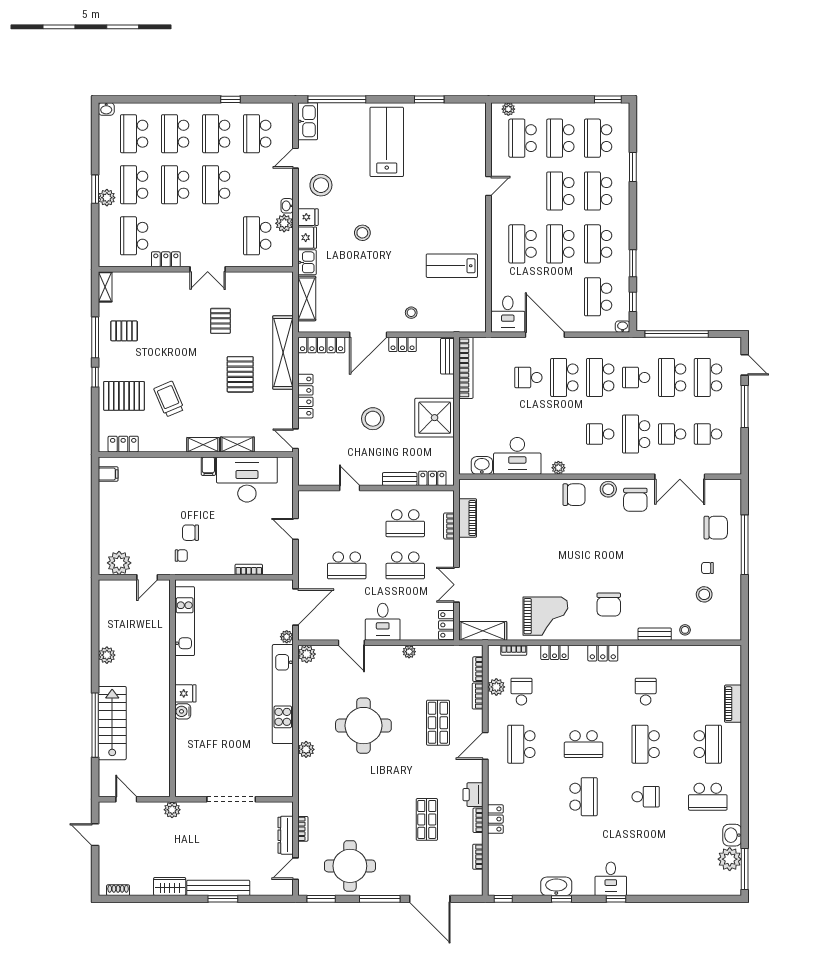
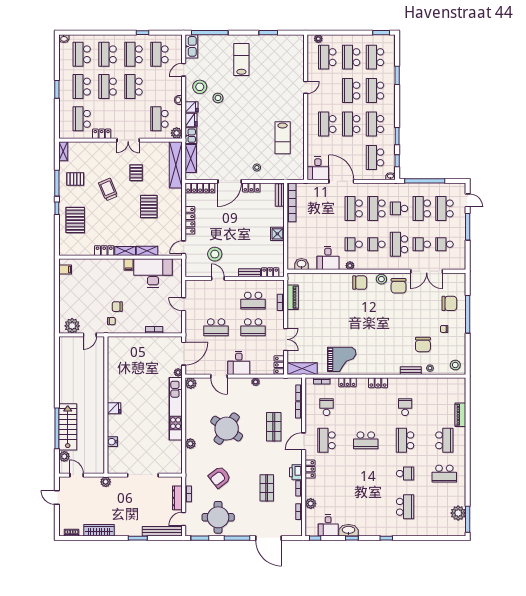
lab bench: (387, 142) -> (241, 59), width x0.73, depth x0.72
plant: (107, 198) -> (64, 95), removed
plant: (284, 223) -> (177, 133), moved
stool: (362, 233) -> (218, 98), moved
lab bench: (452, 266) -> (283, 138), turned -90
shelving: (283, 353) -> (176, 165), moved
school desk: (528, 377) -> (354, 244), moved
pallet: (124, 396) -> (75, 220), turned 90
trolley: (169, 399) -> (108, 190), moved
shower: (435, 418) -> (277, 234), width x0.54, depth x0.54
stool: (373, 419) -> (215, 254), moved
door: (295, 439) -> (184, 247), hinge flipped
locker: (123, 444) -> (104, 251), moved
desk: (517, 456) -> (328, 258), width x0.73
double door: (457, 585) -> (286, 339), swing flipped
stool: (704, 594) -> (455, 365), moved
chair: (609, 605) -> (423, 345), moved
kitchen unit: (185, 621) -> (114, 363), removed
plant: (107, 655) -> (64, 456), moved
plant: (496, 687) -> (311, 503), moved
water cooler: (183, 711) -> (112, 442), moved
round table: (363, 726) -> (227, 429), turned 35
school desk: (584, 797) -> (405, 507), moved
armchair: (352, 802) -> (220, 477), added
locker: (495, 819) -> (310, 469), moved
washbasin: (732, 835) -> (460, 498), removed
desk: (611, 879) -> (328, 525), moved
wardrobe: (170, 886) -> (99, 530), width x1.50
bench: (218, 888) -> (162, 531), moved

